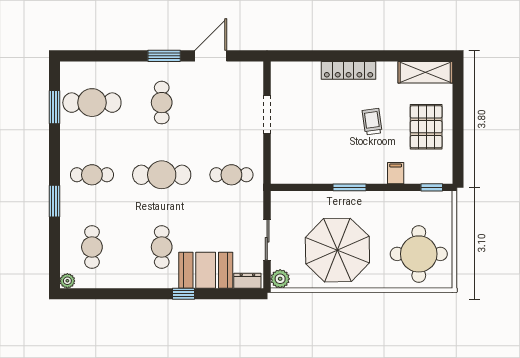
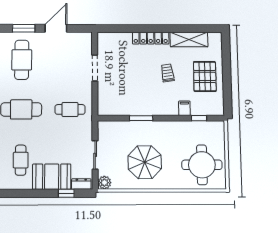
shelving: (425, 72) -> (189, 40), moved
cafe table: (162, 103) -> (22, 60), width x1.37, depth x1.35
window: (349, 187) -> (141, 118), moved
window: (432, 187) -> (199, 118), moved
parasol: (337, 250) -> (145, 162), width x0.73, depth x0.73
window: (183, 294) -> (66, 193), moved

